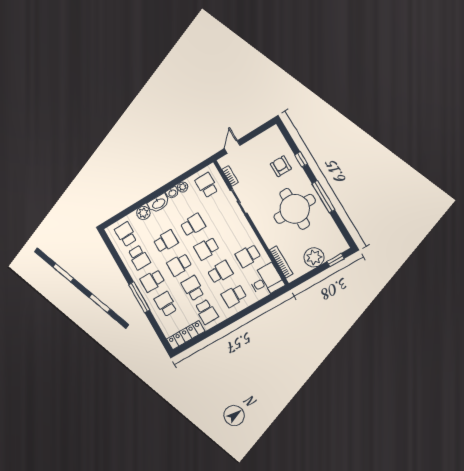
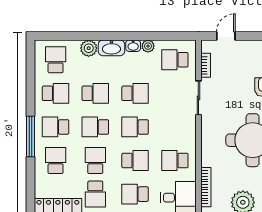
school desk: (207, 185) -> (175, 60), turned -90
school desk: (139, 257) -> (56, 93), turned -90

